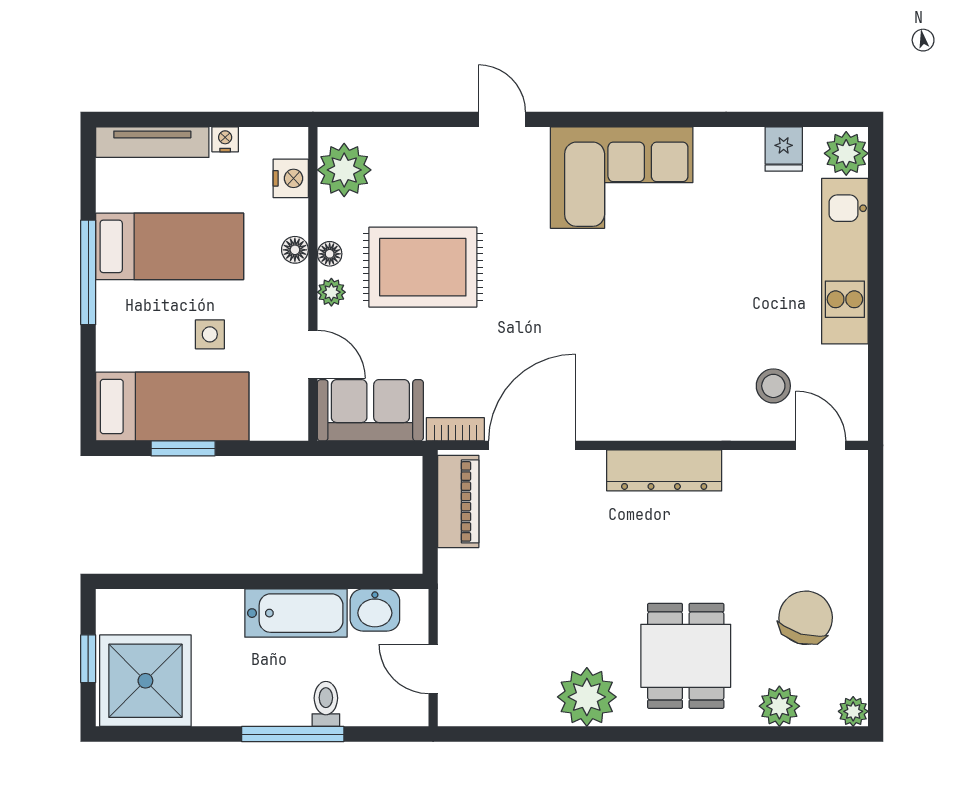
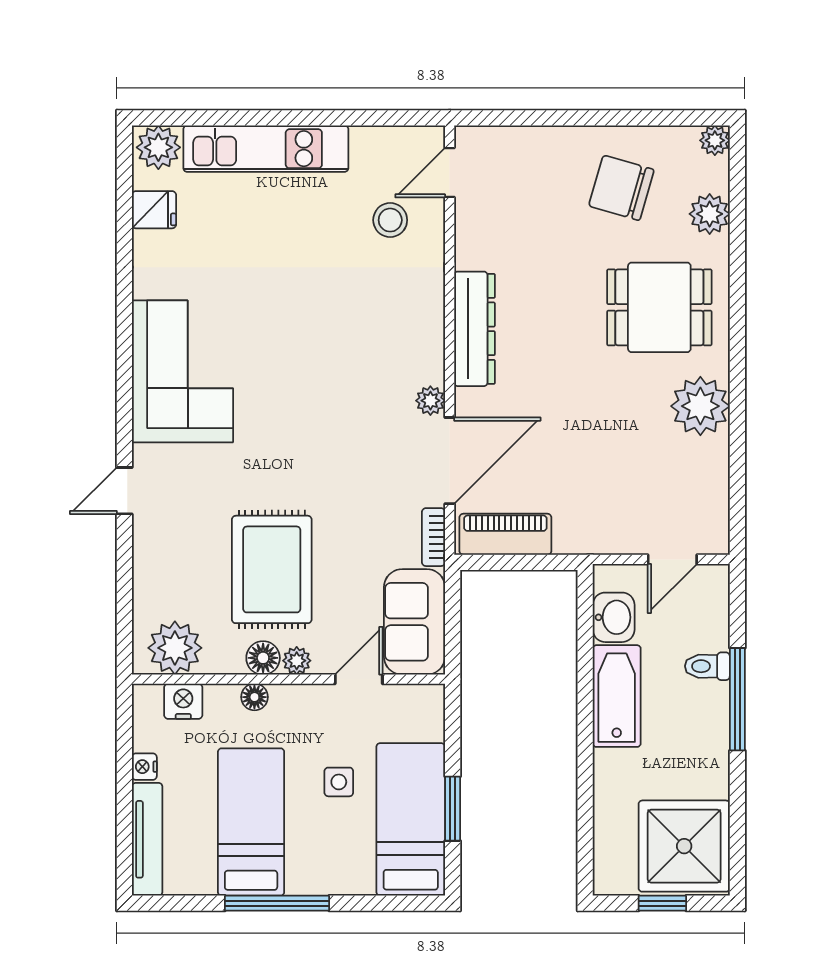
floor lamp: (330, 254) -> (263, 658), width x1.37, depth x1.37
plant: (592, 426) -> (430, 401), added
door: (532, 445) -> (450, 461), swing flipped

